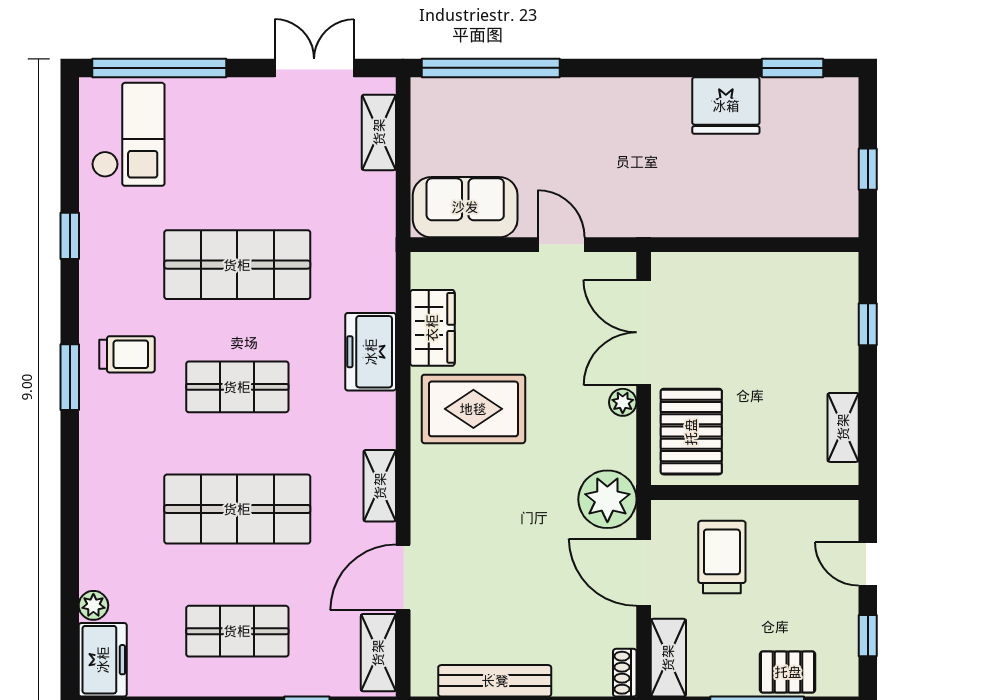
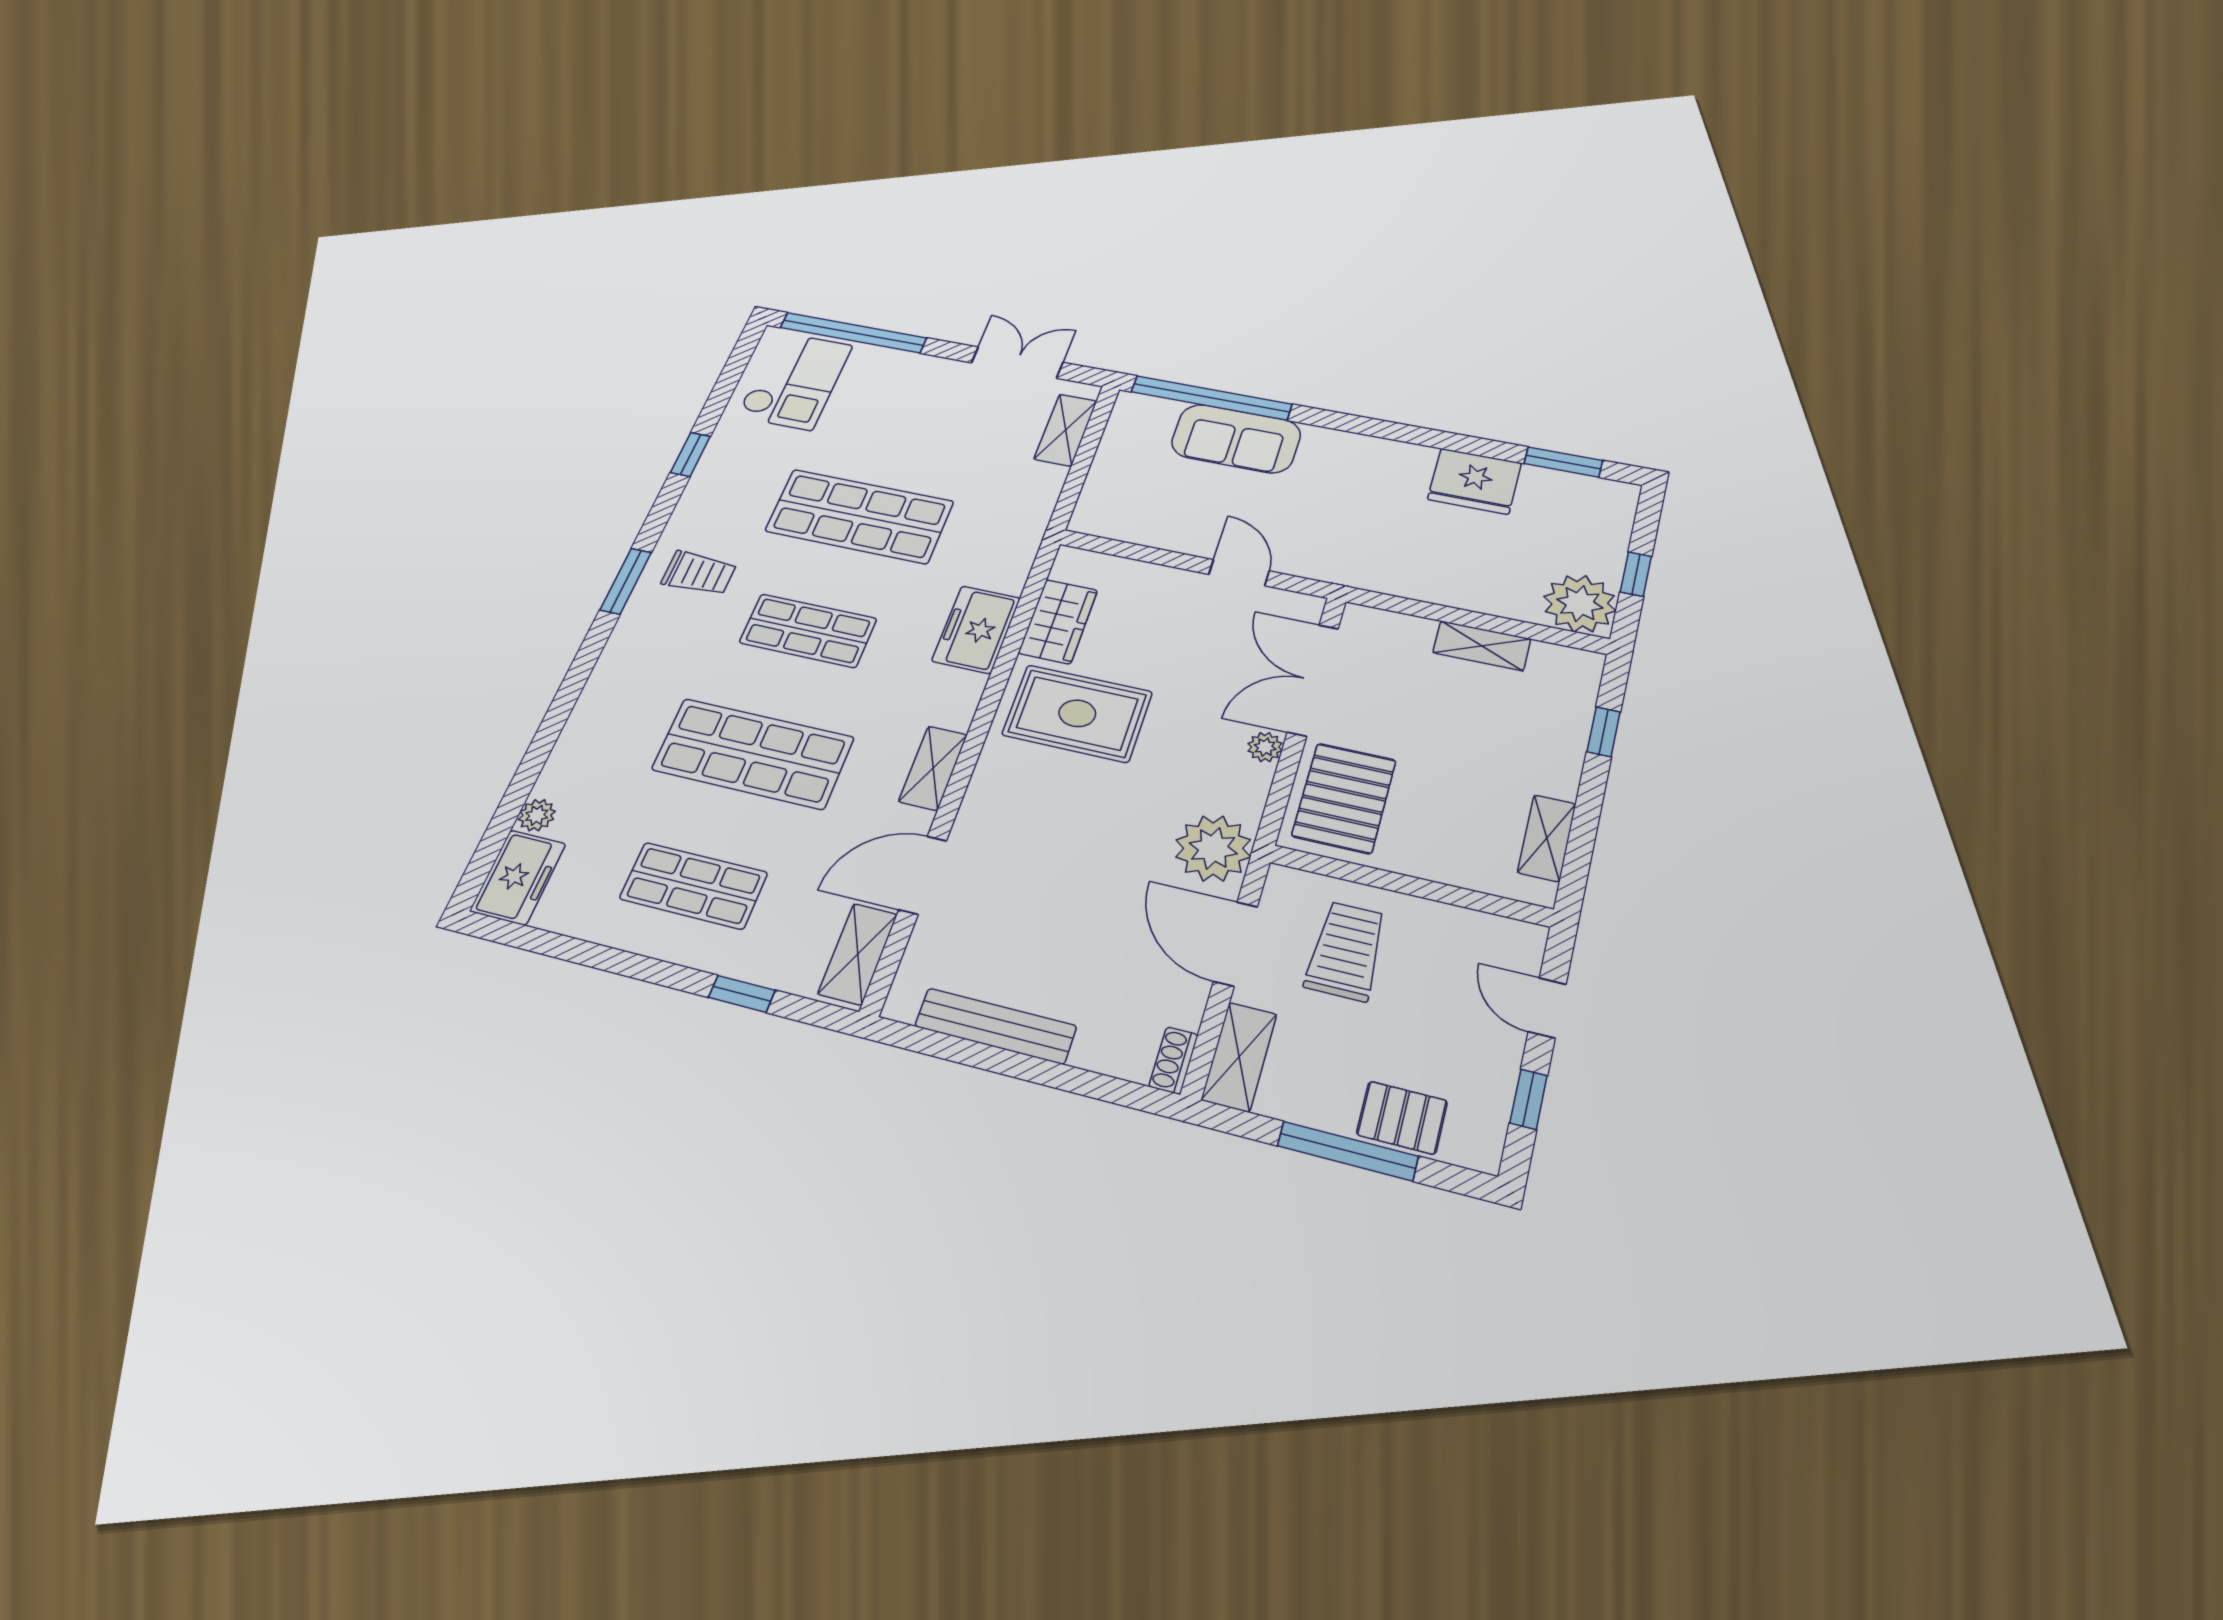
sofa: (465, 207) -> (1236, 439), moved, turned 180
plant: (830, 209) -> (1580, 604), added
shelving: (764, 268) -> (1482, 646), added

